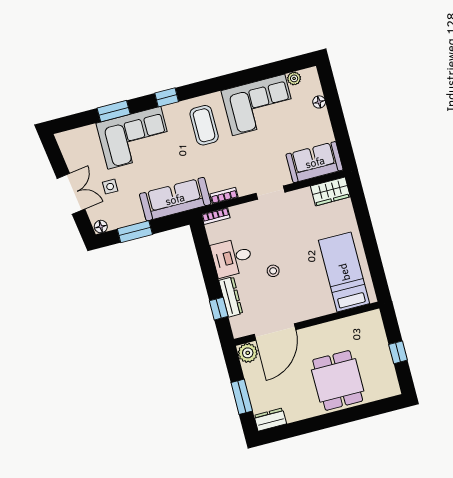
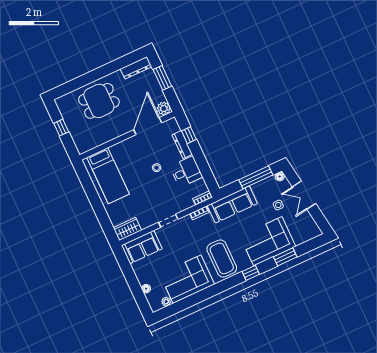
coffee table: (204, 125) -> (222, 258), width x1.36, depth x1.32
window: (135, 232) -> (256, 177), width x1.44
dining table: (338, 380) -> (99, 101), turned 90
dresser: (270, 419) -> (136, 68), width x1.44

